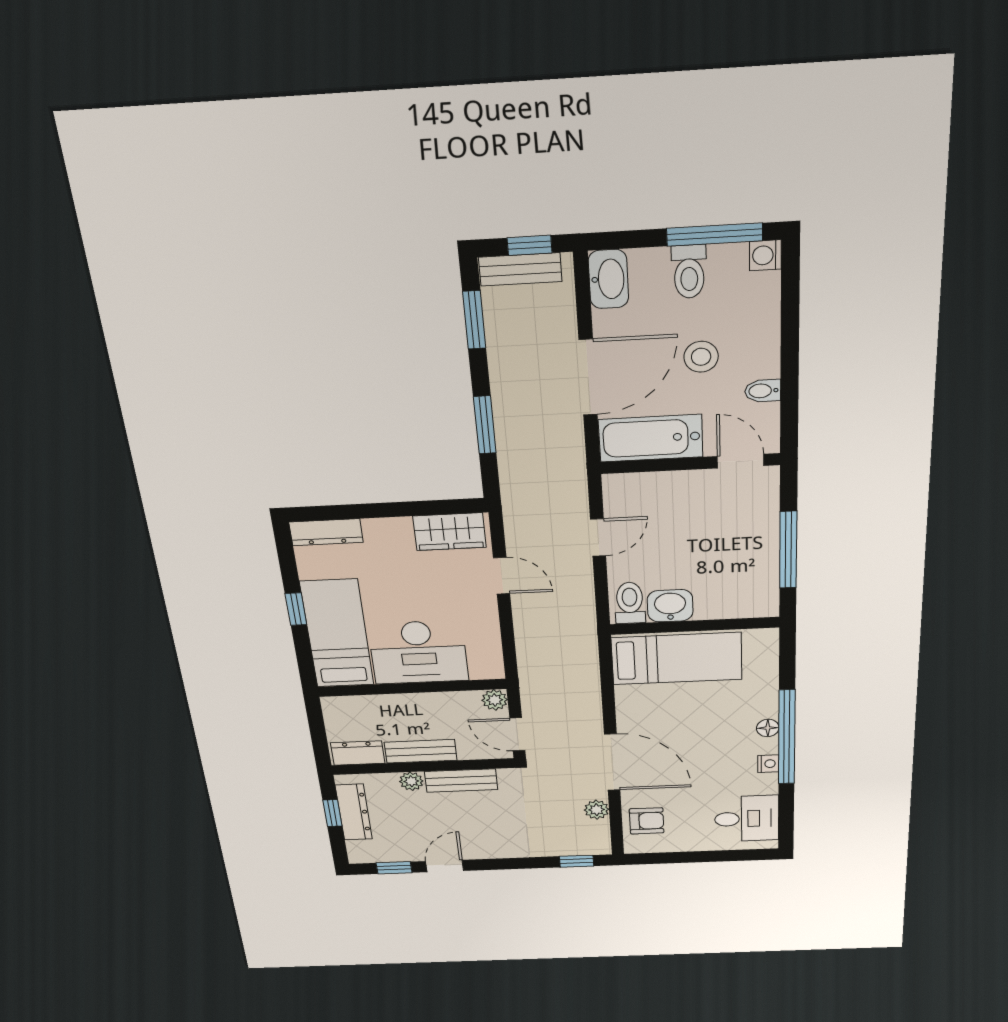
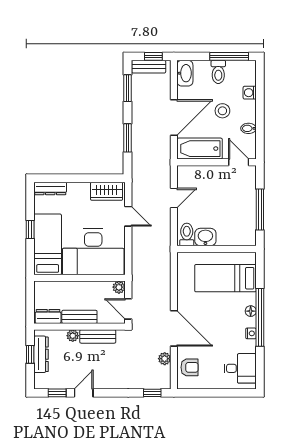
washing machine: (765, 255) -> (250, 93), moved
desk: (418, 652) -> (93, 252), width x1.36, depth x1.30
bed: (677, 659) -> (225, 278), moved, turned 180

